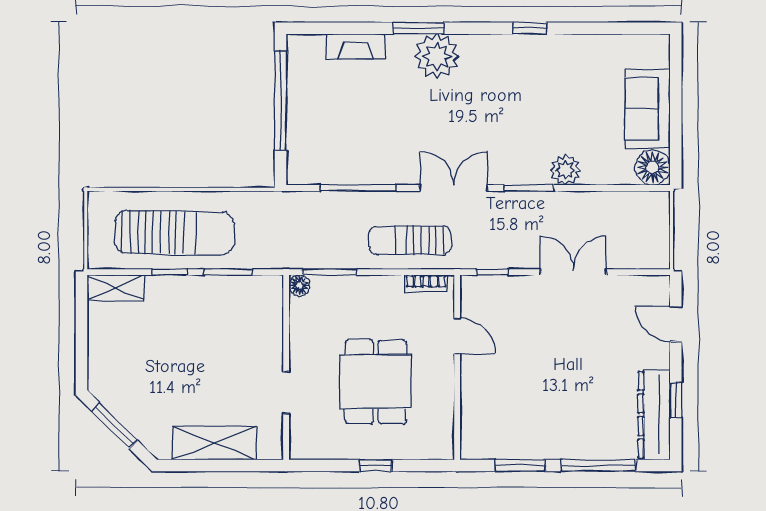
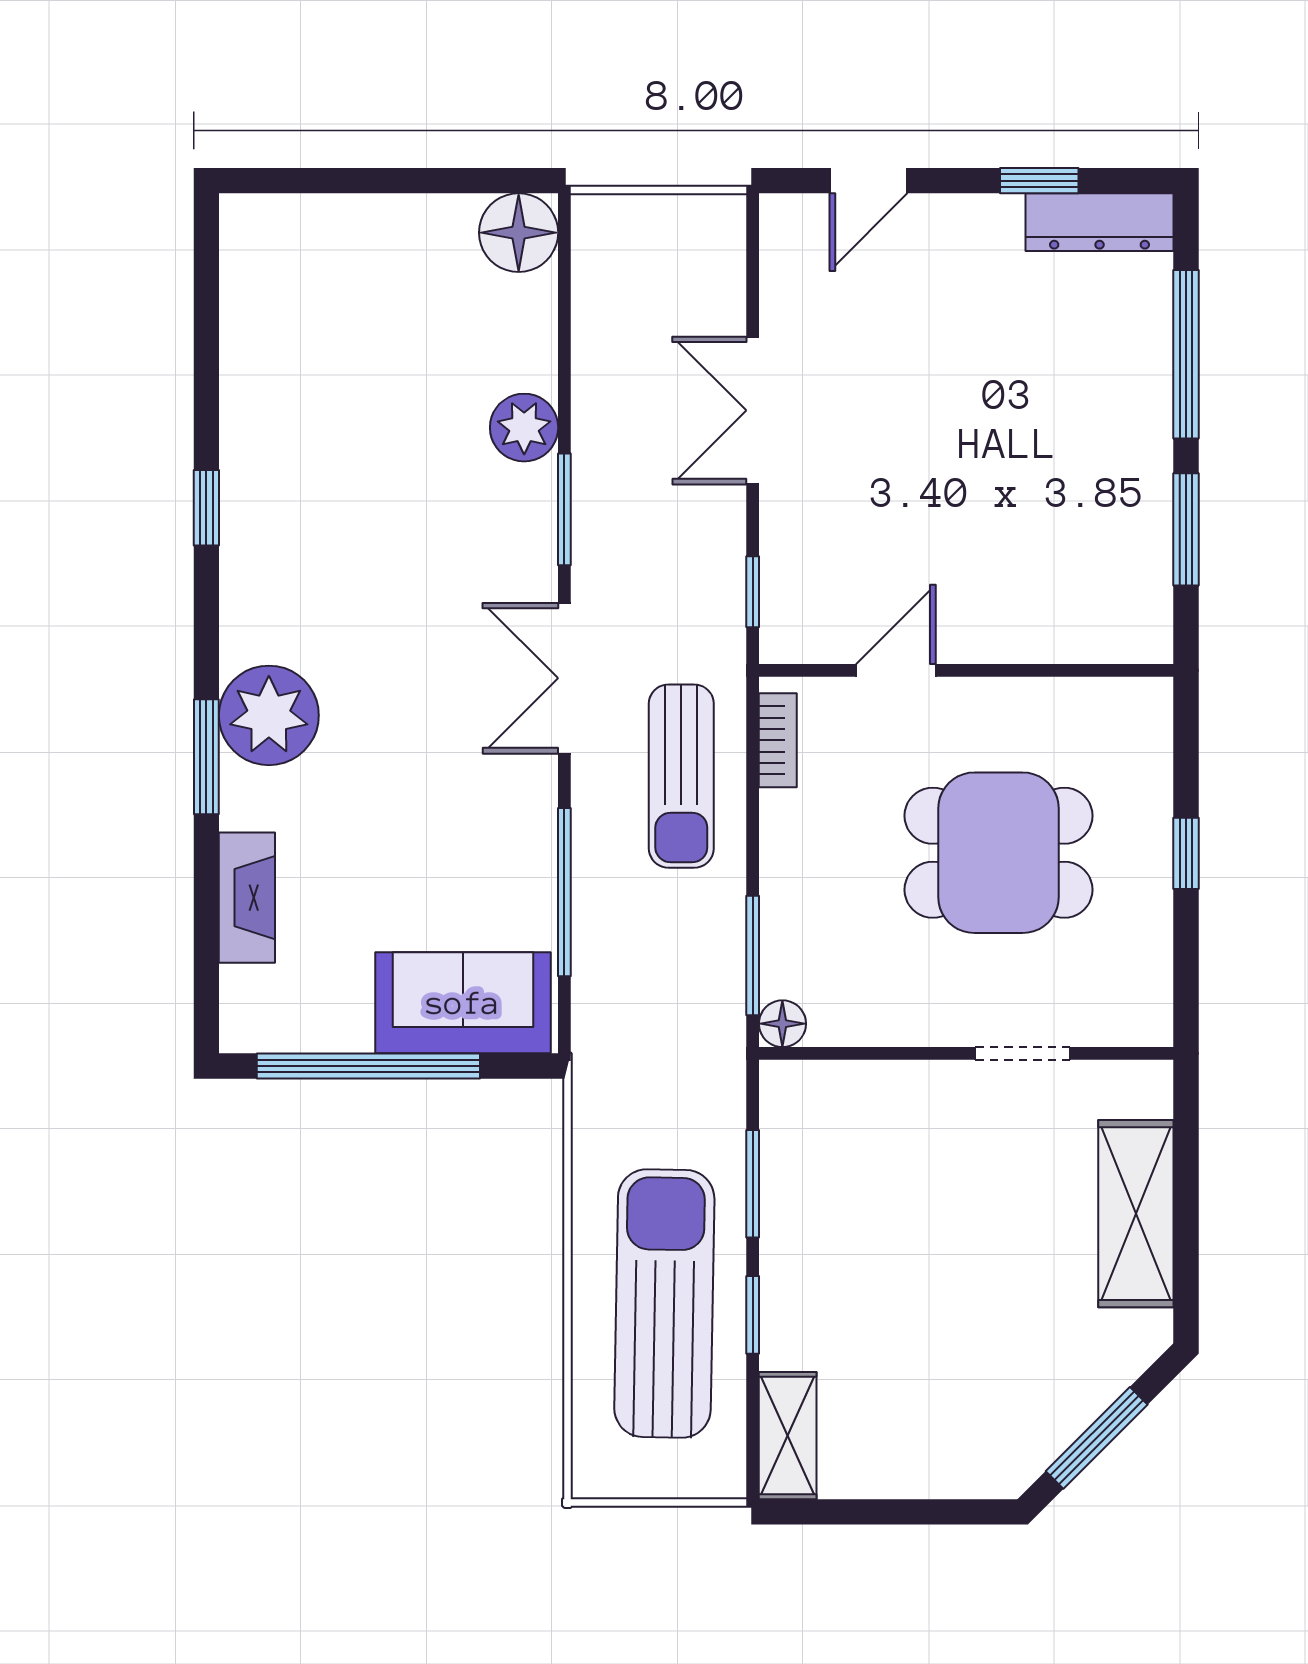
sofa: (648, 109) -> (463, 1003), moved, turned 180
dresser: (654, 415) -> (1100, 222), width x0.73, depth x0.80

